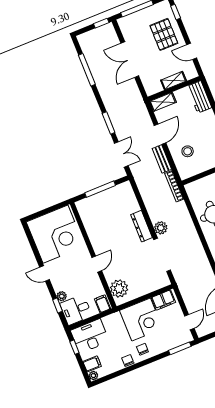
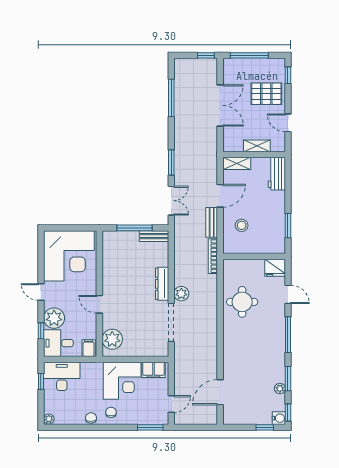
pallet: (164, 34) -> (266, 94), turned 90
double door: (130, 60) -> (220, 105), swing flipped
bench: (119, 190) -> (154, 236), added
door: (97, 264) -> (99, 304), swing flipped
plant: (62, 296) -> (54, 318), width x1.88, depth x1.88
filing cabinet: (92, 364) -> (52, 406), removed

